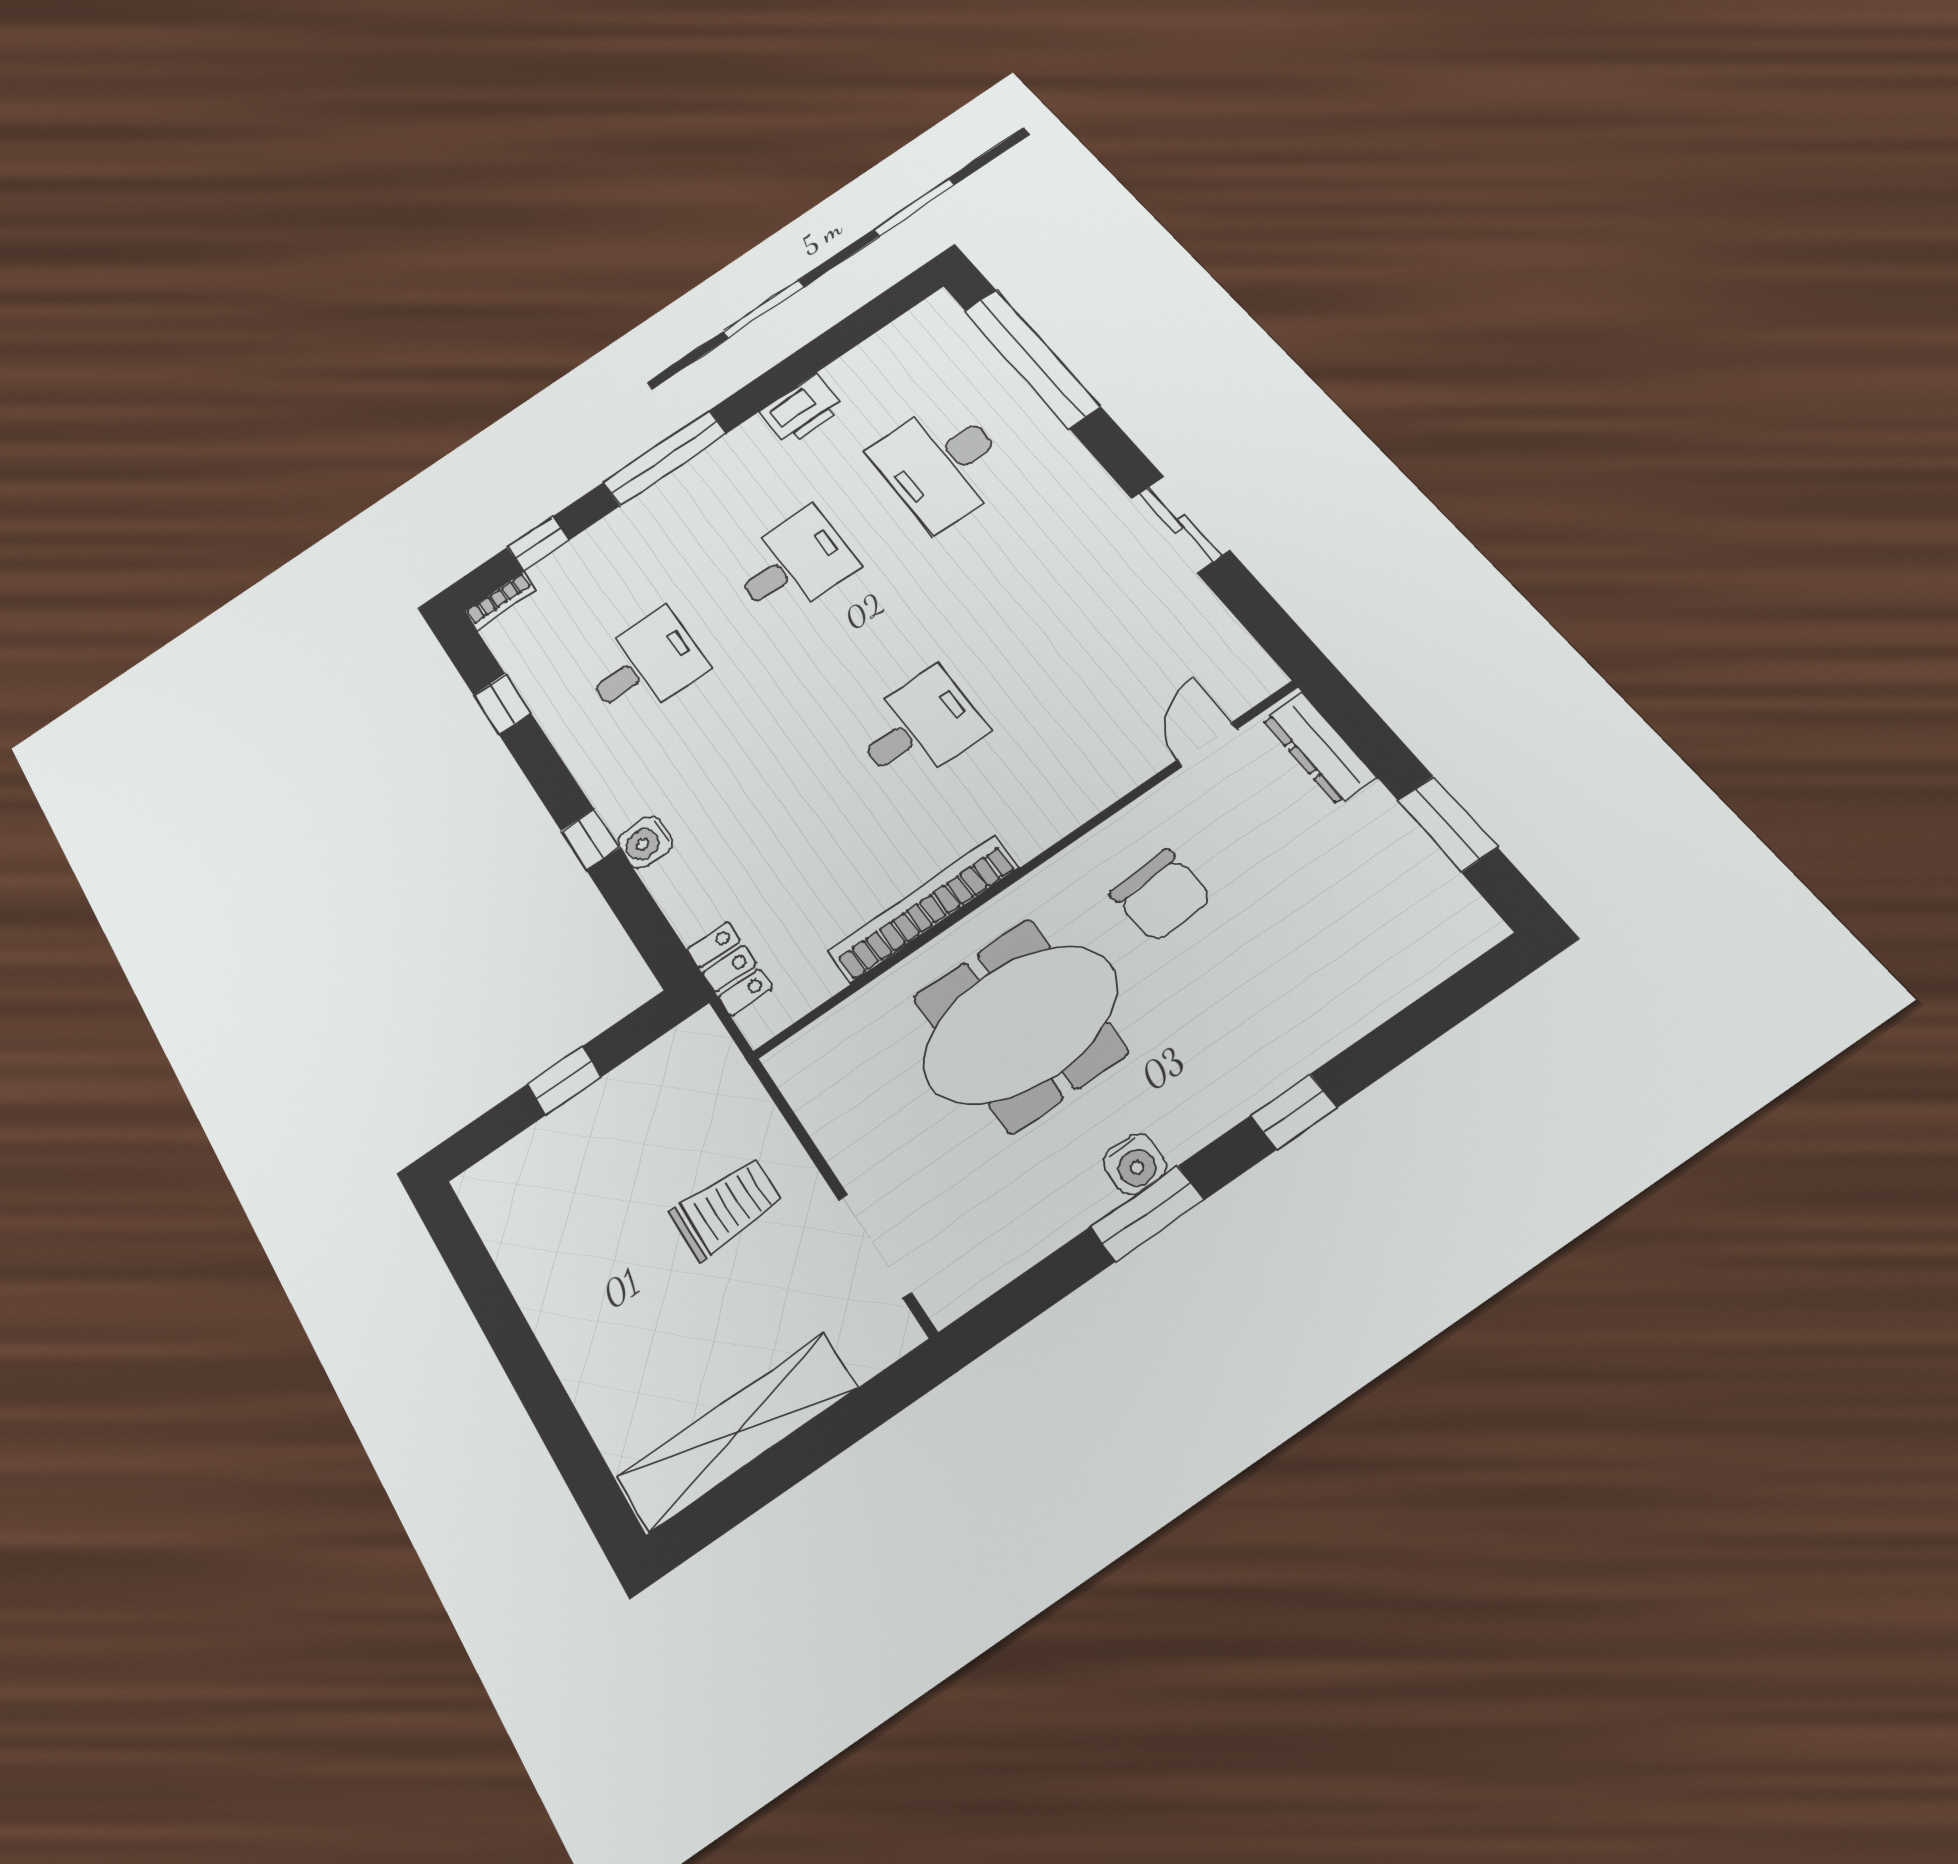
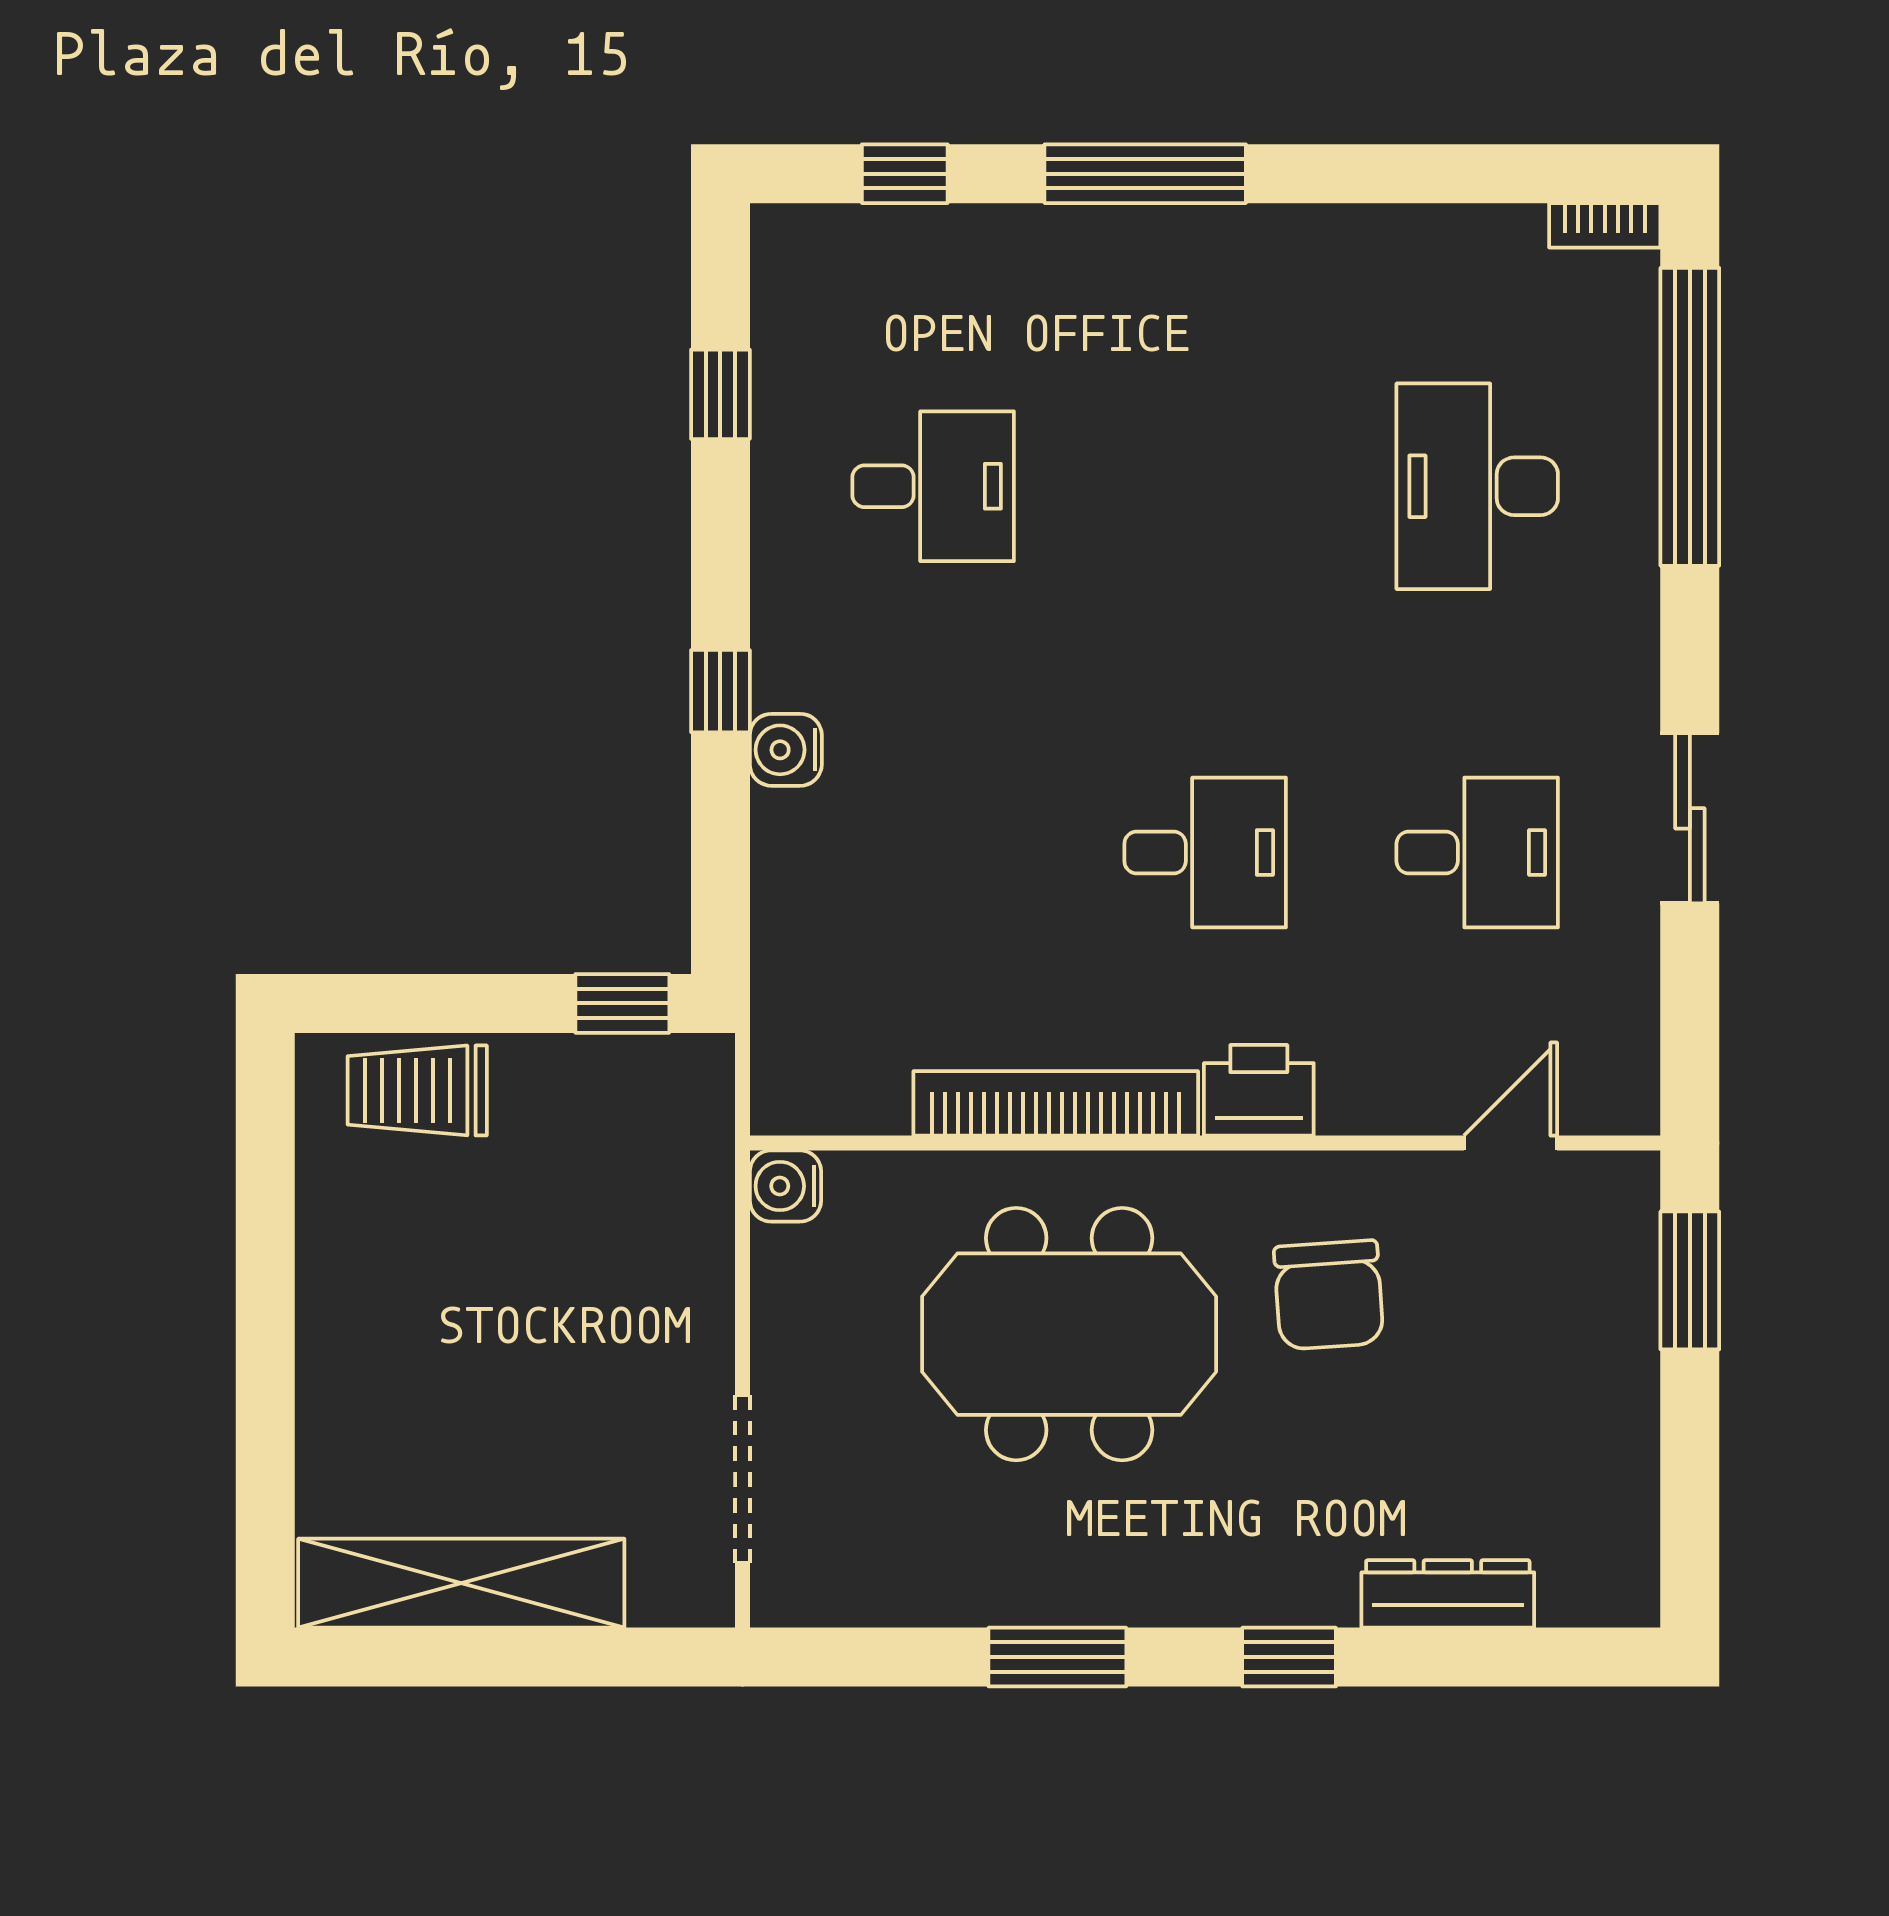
printer: (802, 410) -> (1259, 1090), moved, turned 180
desk: (794, 564) -> (1477, 853), moved
bookcase: (500, 601) -> (1605, 225), moved
dresser: (1319, 748) -> (1448, 1594), moved, turned 90
window: (1447, 824) -> (1690, 1280), moved
locker: (729, 969) -> (785, 1005), removed
window: (564, 1081) -> (622, 1003), moved
water cooler: (1135, 1164) -> (785, 1186), moved, turned 90
trolley: (726, 1208) -> (417, 1090), moved, turned 180

